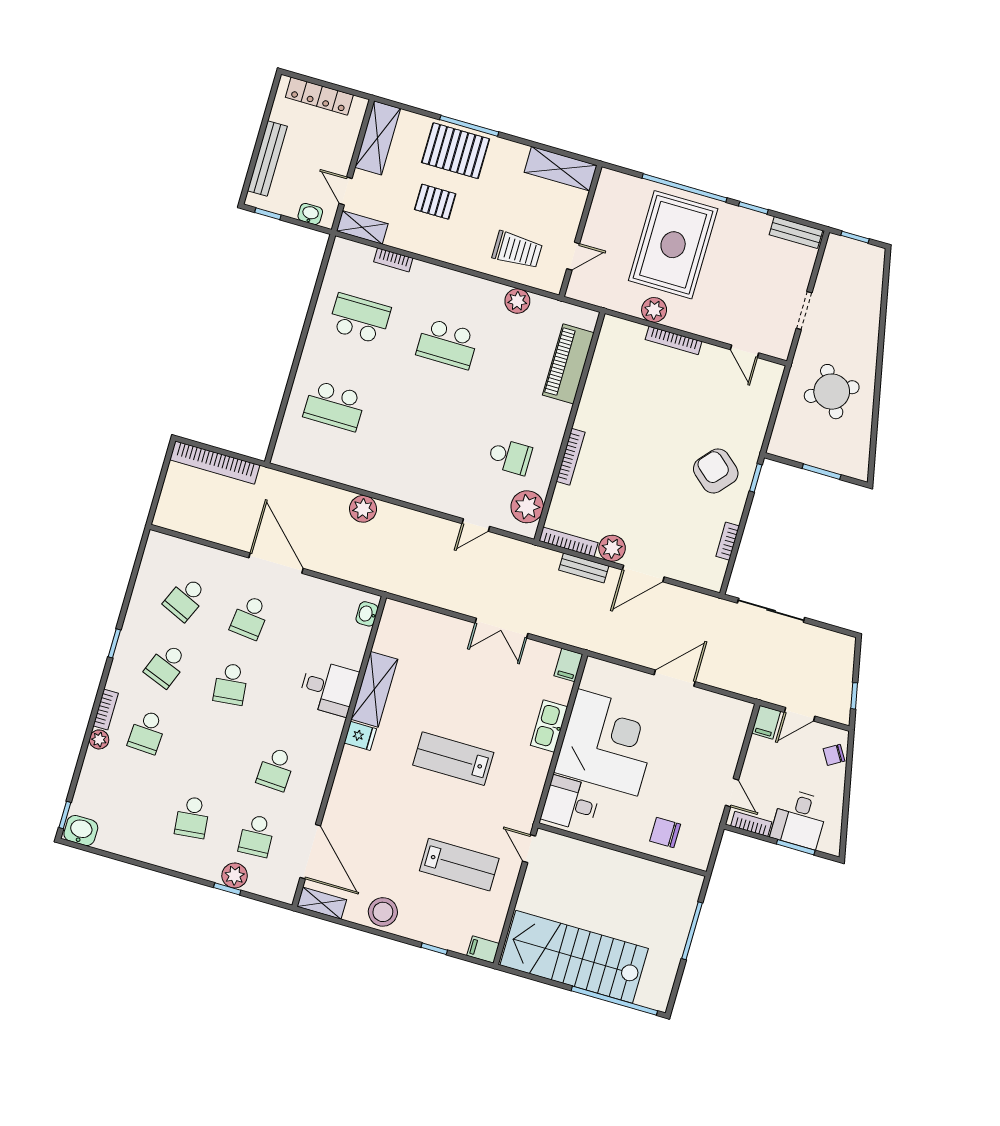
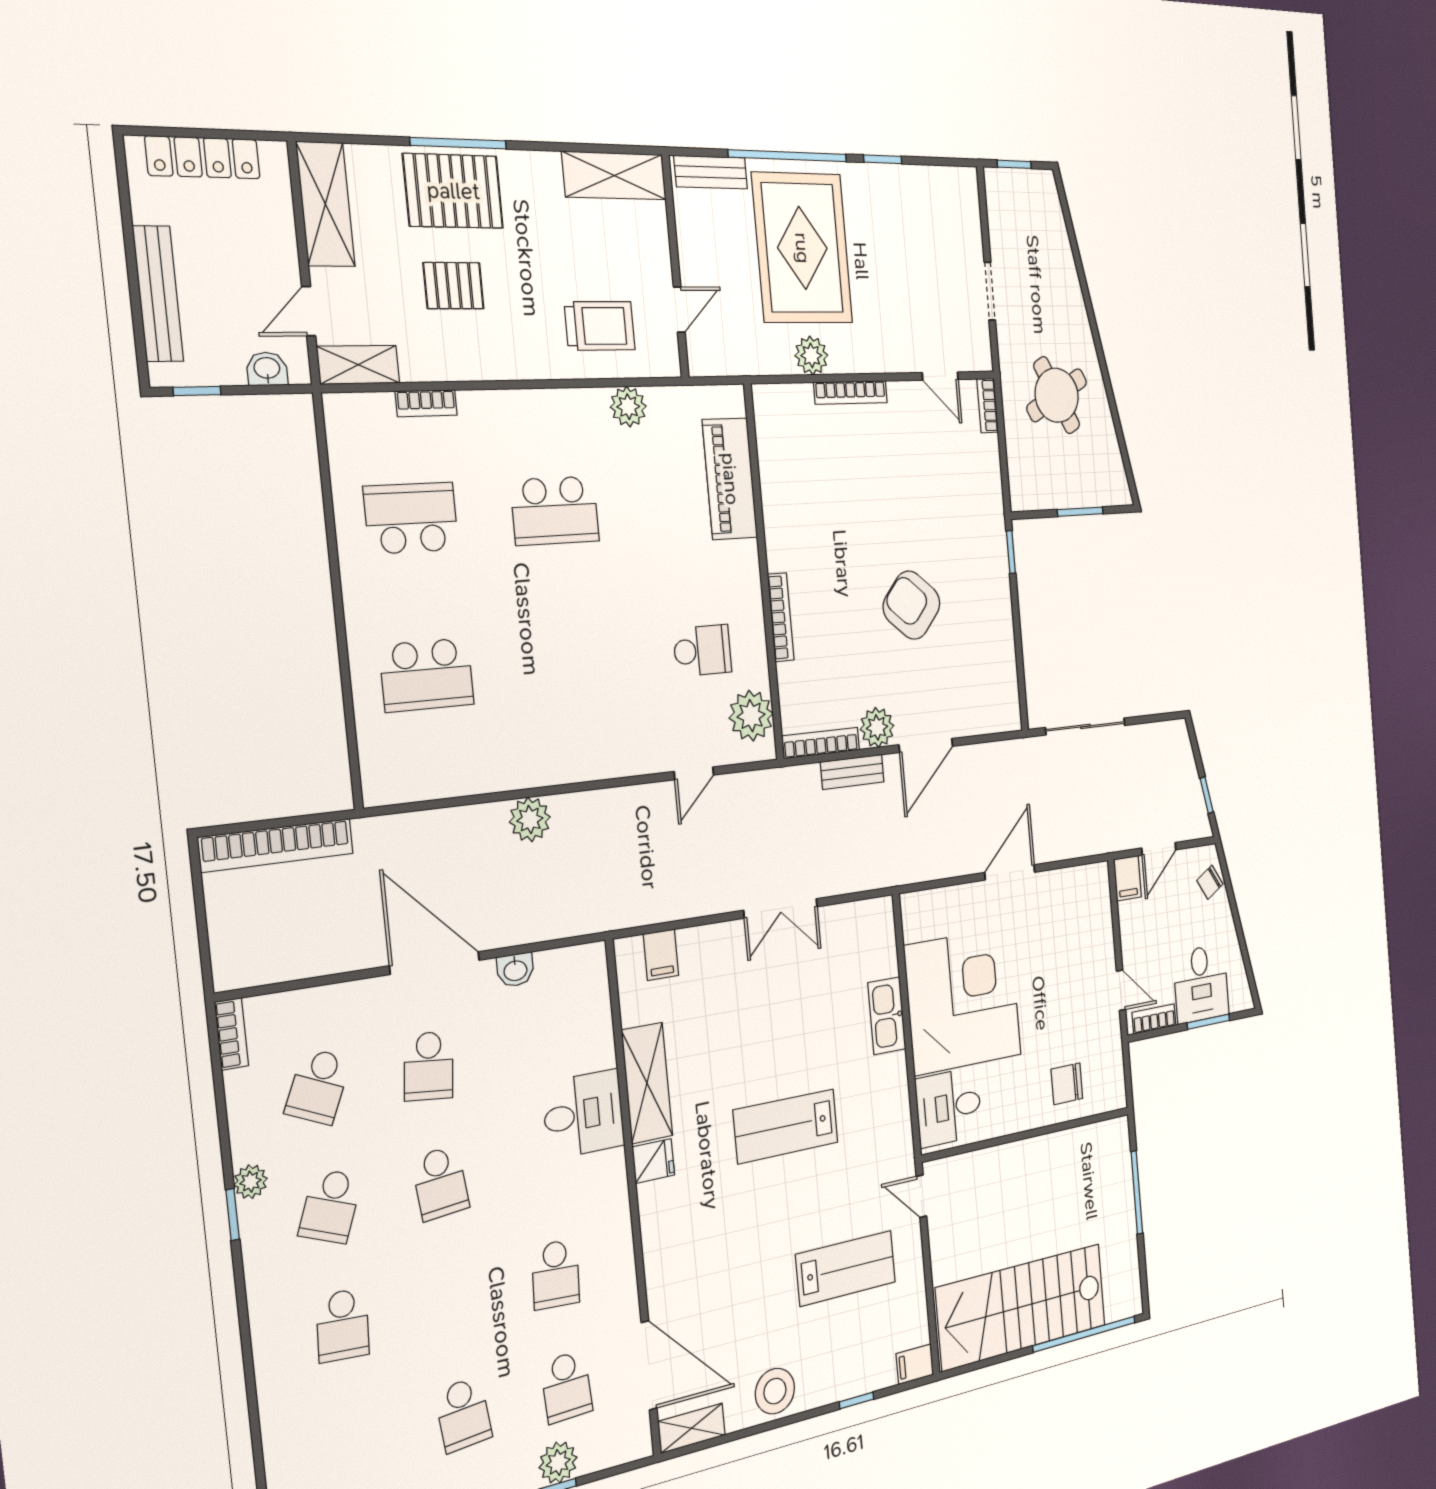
door: (345, 191) -> (309, 311), hinge flipped
bench: (796, 233) -> (711, 172), moved
armchair: (716, 471) -> (912, 605), moved
bookcase: (728, 541) -> (988, 406), moved
washbasin: (367, 614) -> (515, 970), moved, turned -90
filing cabinet: (568, 665) -> (661, 955), moved
bookcase: (106, 709) -> (231, 1034), moved
plant: (99, 739) -> (251, 1182), moved

